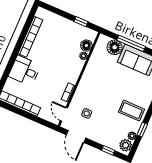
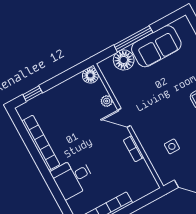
window: (81, 22) -> (33, 94), moved
floor lamp: (86, 45) -> (90, 75), moved
door: (64, 114) -> (124, 118), moved

